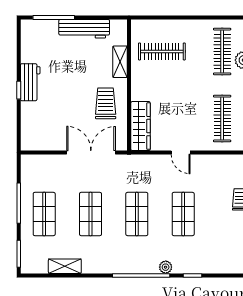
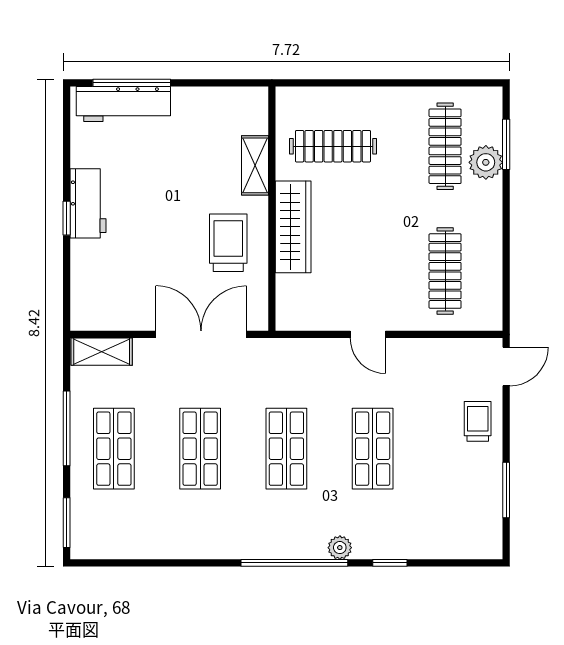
workbench: (84, 29) -> (123, 104), moved
wardrobe: (140, 126) -> (293, 227), moved
shelving: (65, 266) -> (102, 352), moved

